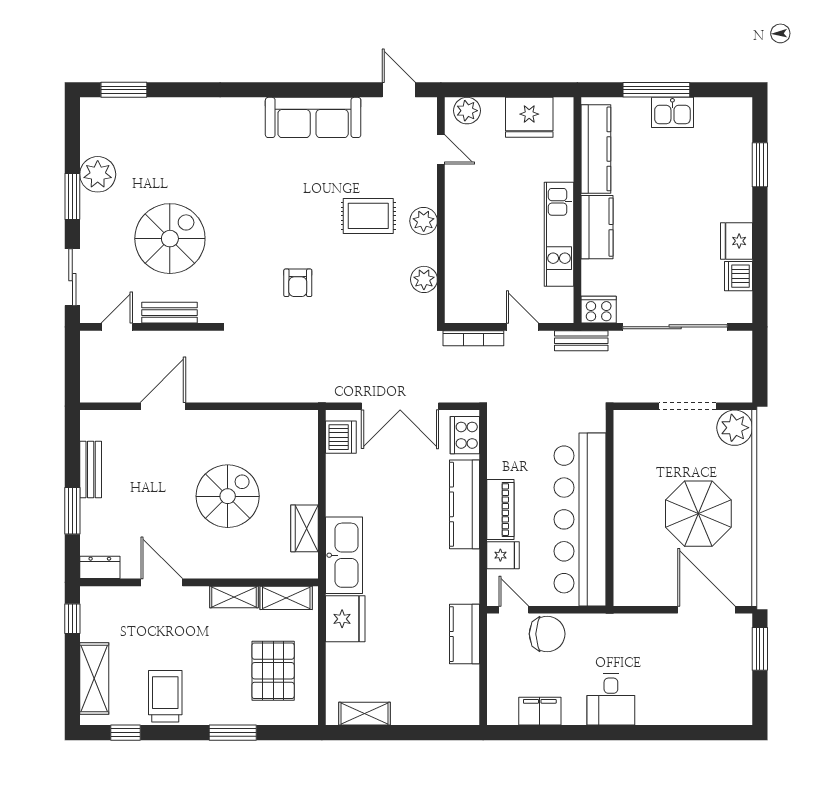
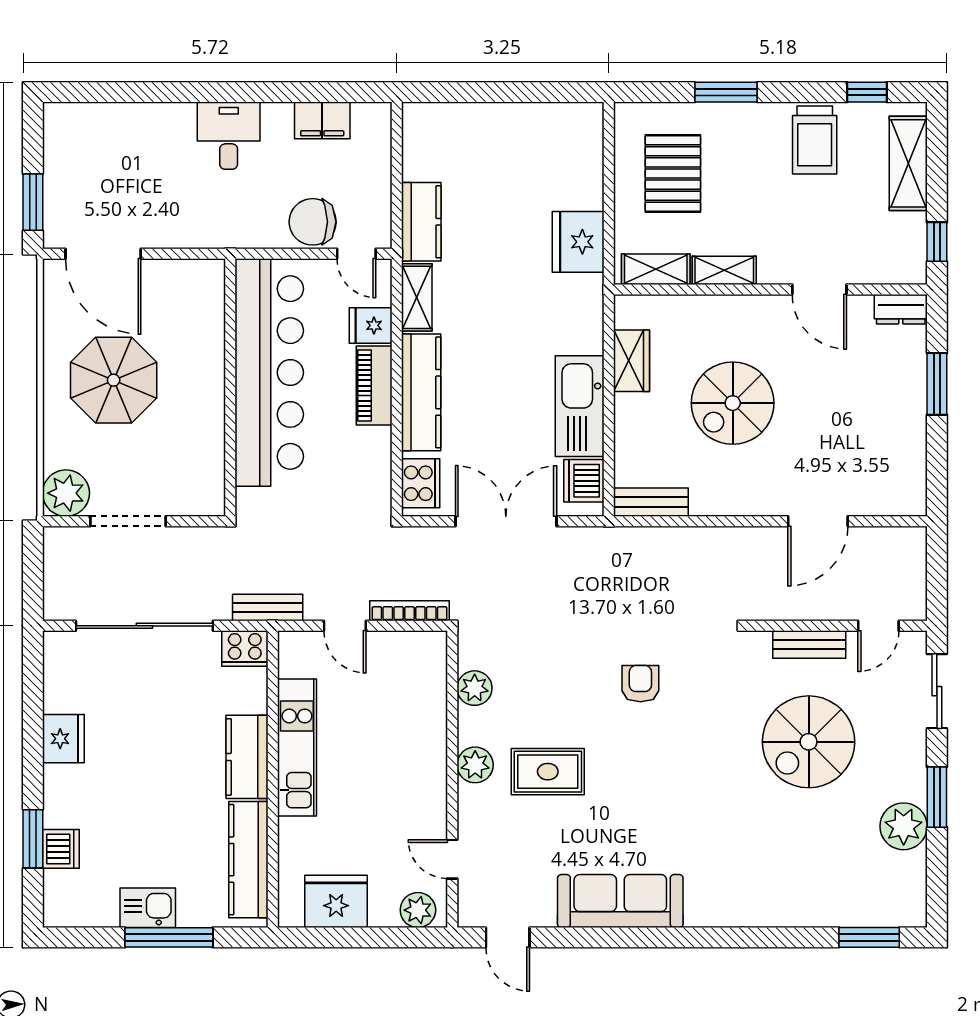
dishwasher: (739, 276) -> (61, 849), moved
bench: (91, 470) -> (651, 502), moved, turned 90
kitchen sink: (344, 555) -> (580, 406), moved
shelving: (364, 714) -> (417, 297), moved, turned 90

